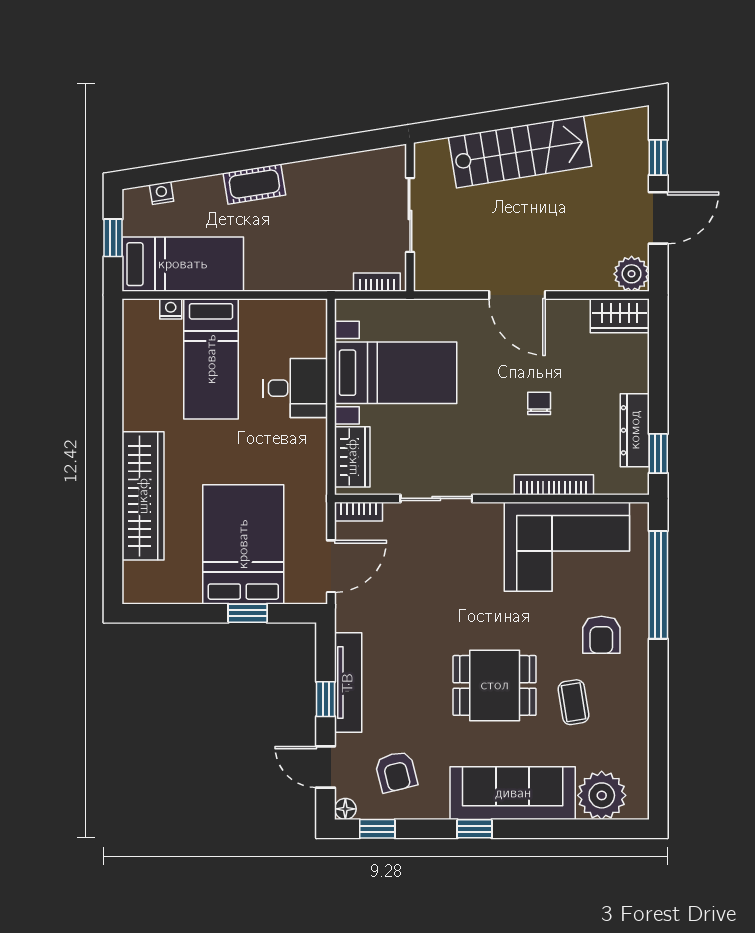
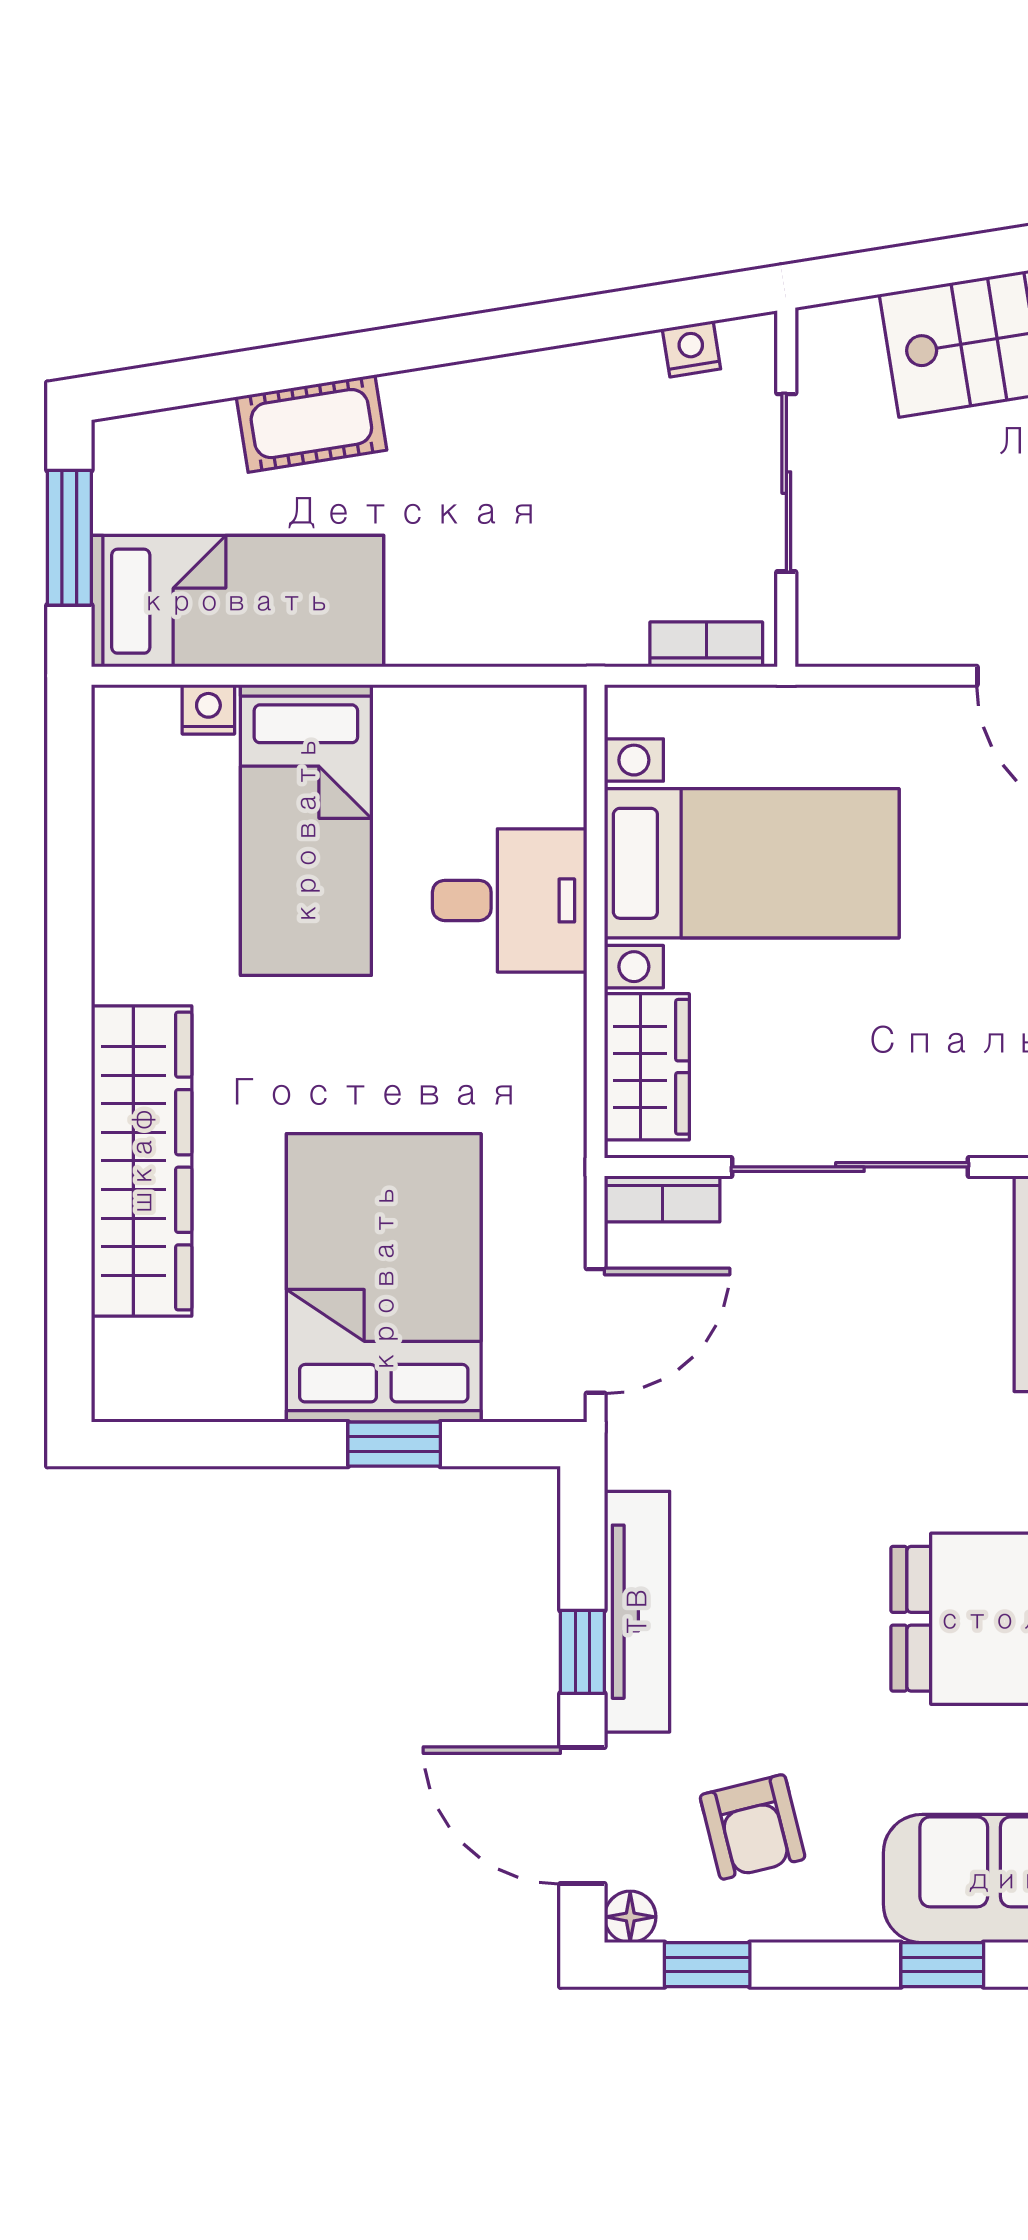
cot: (254, 184) -> (311, 424), moved
nightstand: (162, 193) -> (691, 349), moved
window: (113, 238) -> (69, 538), width x1.50
sliding door: (436, 498) -> (850, 1167), width x1.37
door: (326, 767) -> (582, 1815), width x1.38

